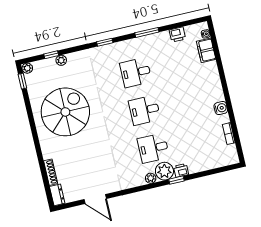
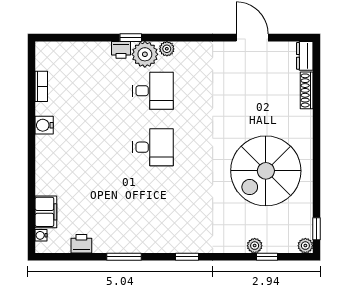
desk: (136, 72) -> (153, 204), removed

